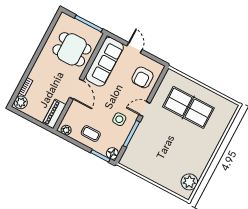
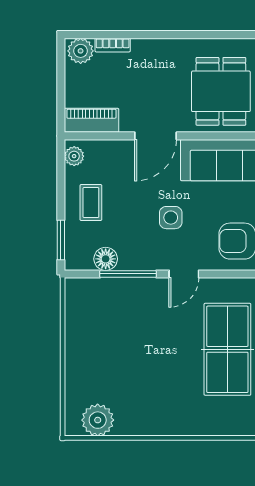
door: (145, 109) -> (184, 274), swing flipped
side table: (119, 119) -> (171, 218), moved
floor lamp: (112, 154) -> (106, 259), moved

